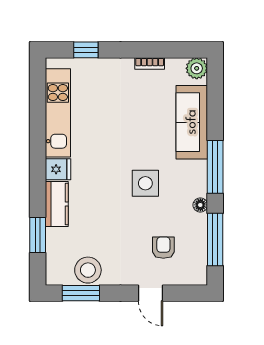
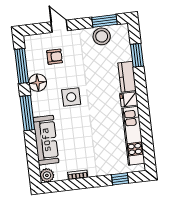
floor lamp: (200, 205) -> (38, 83), width x1.89, depth x1.89
armchair: (163, 248) -> (55, 57), turned -90

